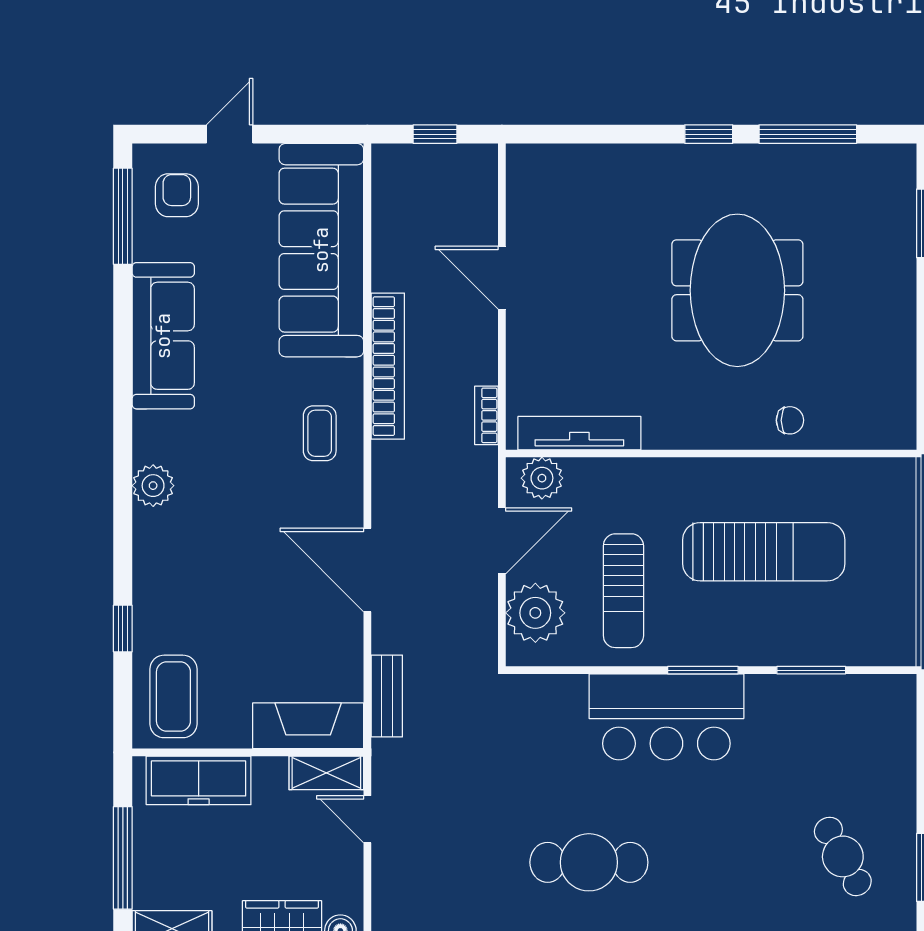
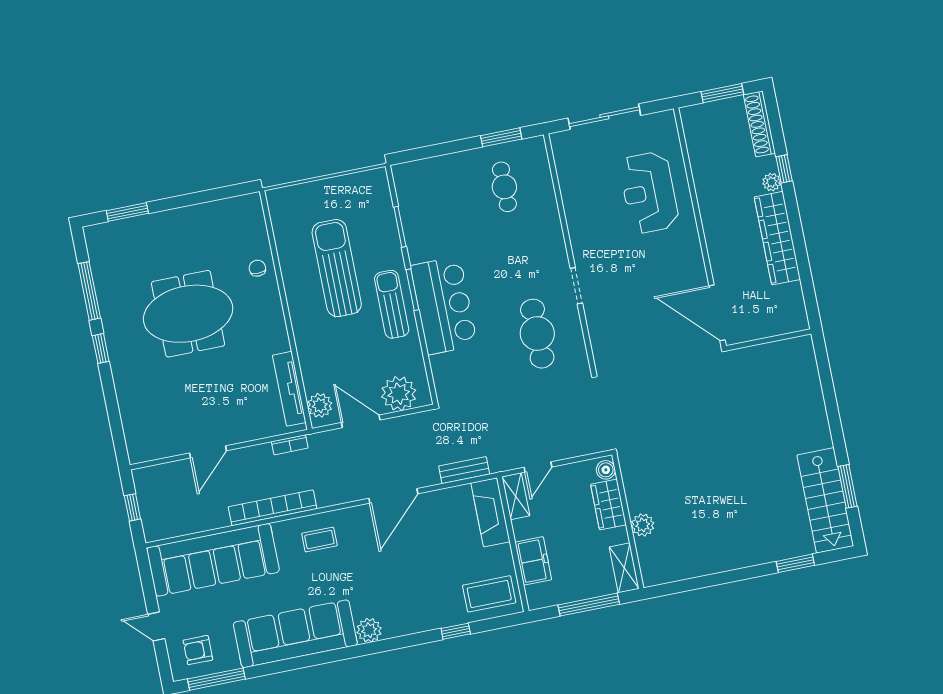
sofa: (163, 336) -> (295, 634), width x1.36, depth x1.27
sun lounger: (623, 591) -> (392, 304), moved, turned -90
freezer: (199, 780) -> (533, 561), width x0.71
cafe table: (843, 856) -> (504, 187), turned -61

